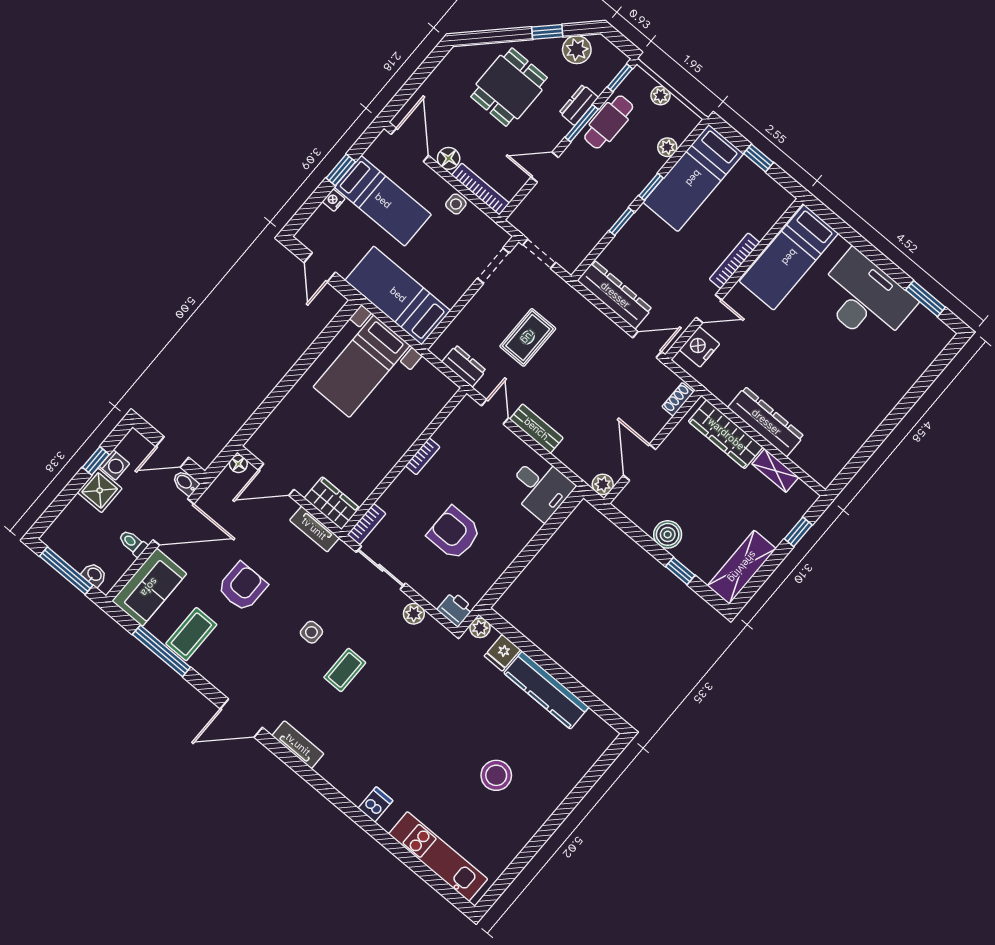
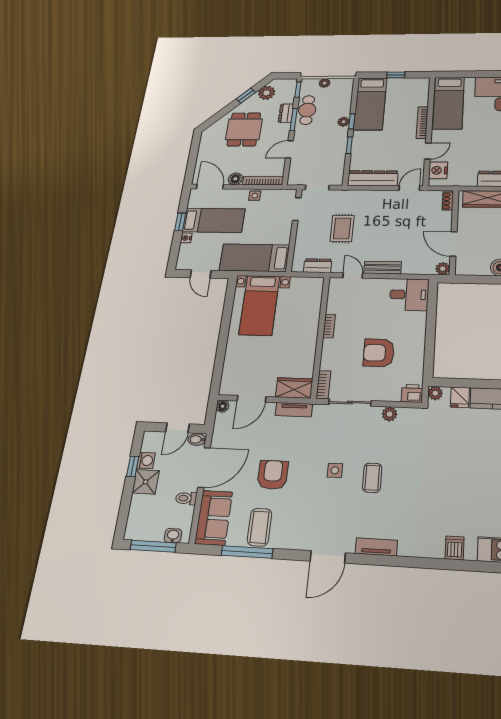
plant: (667, 147) -> (344, 122), moved

